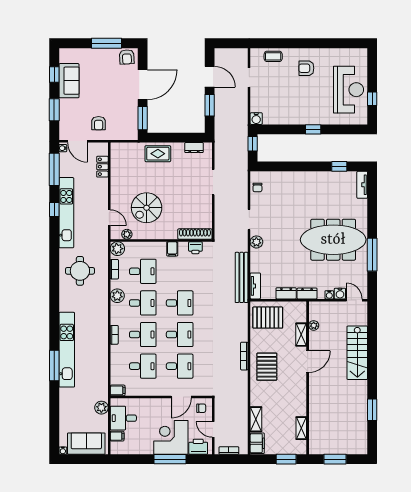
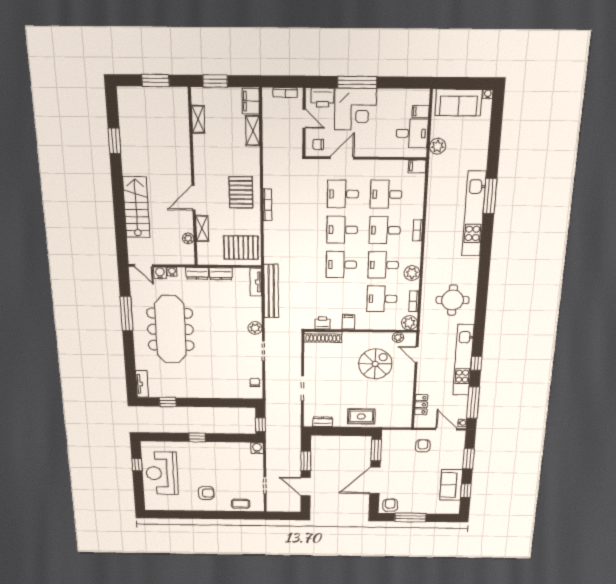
meeting table: (333, 240) -> (170, 329), turned 90

